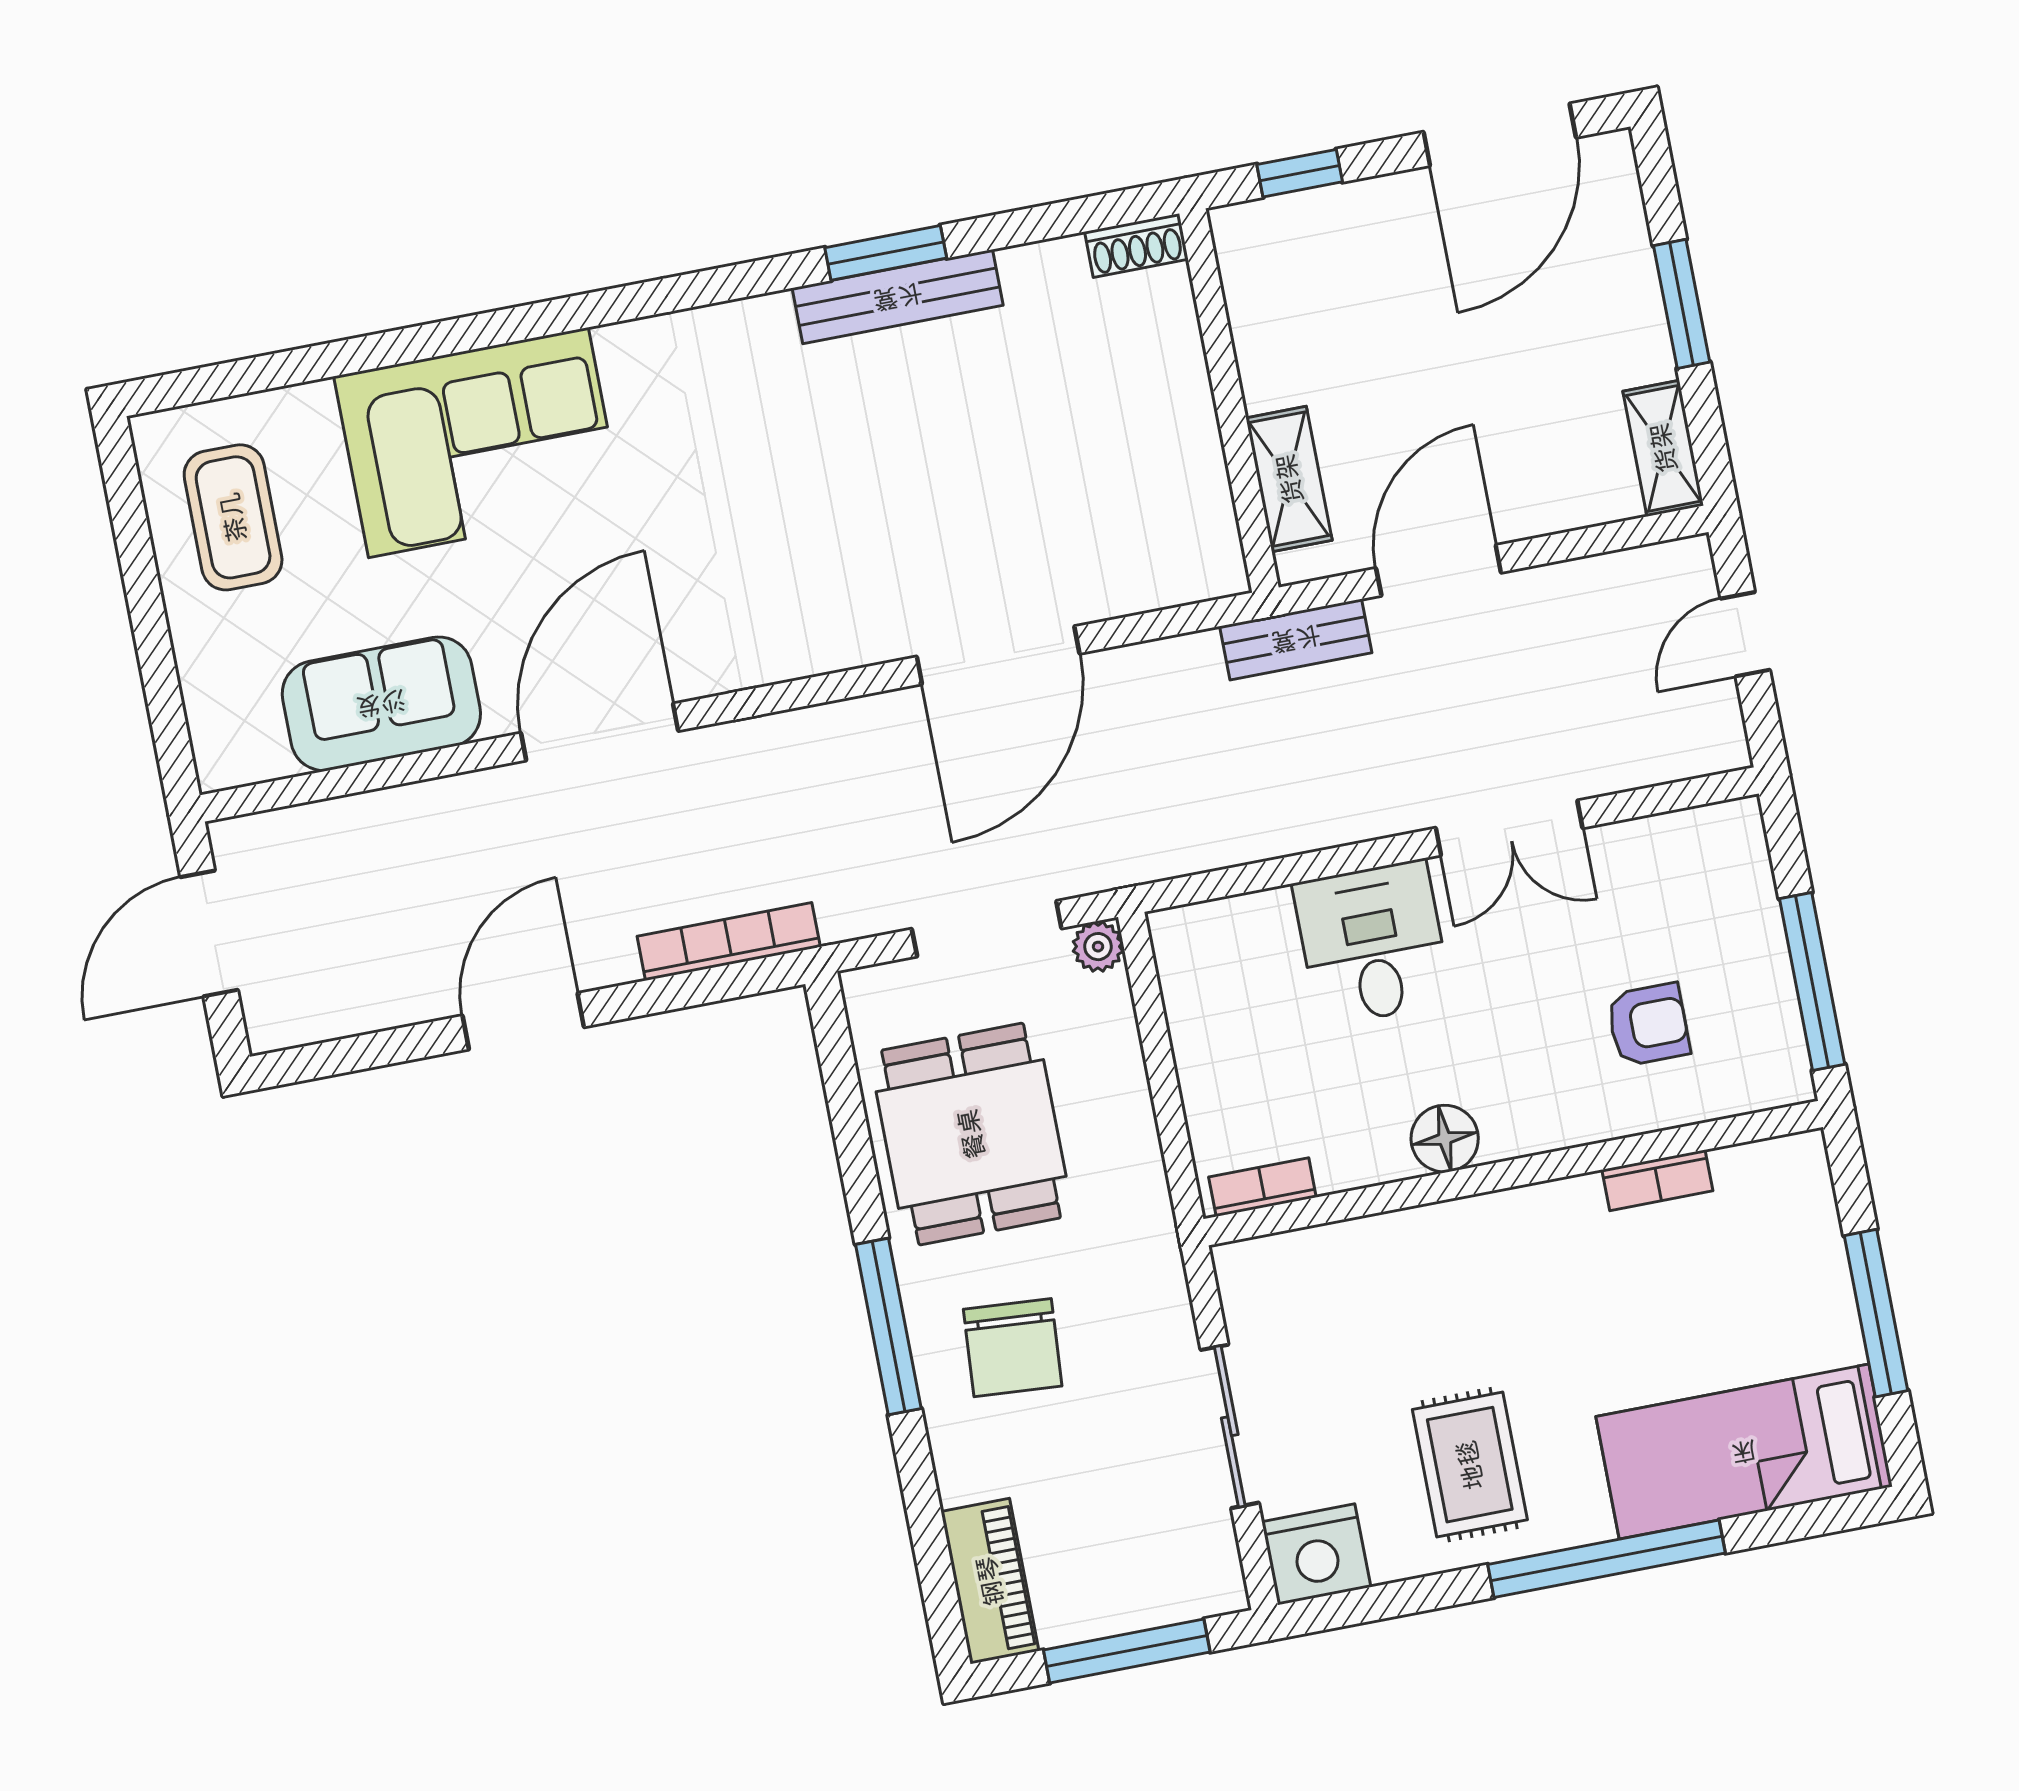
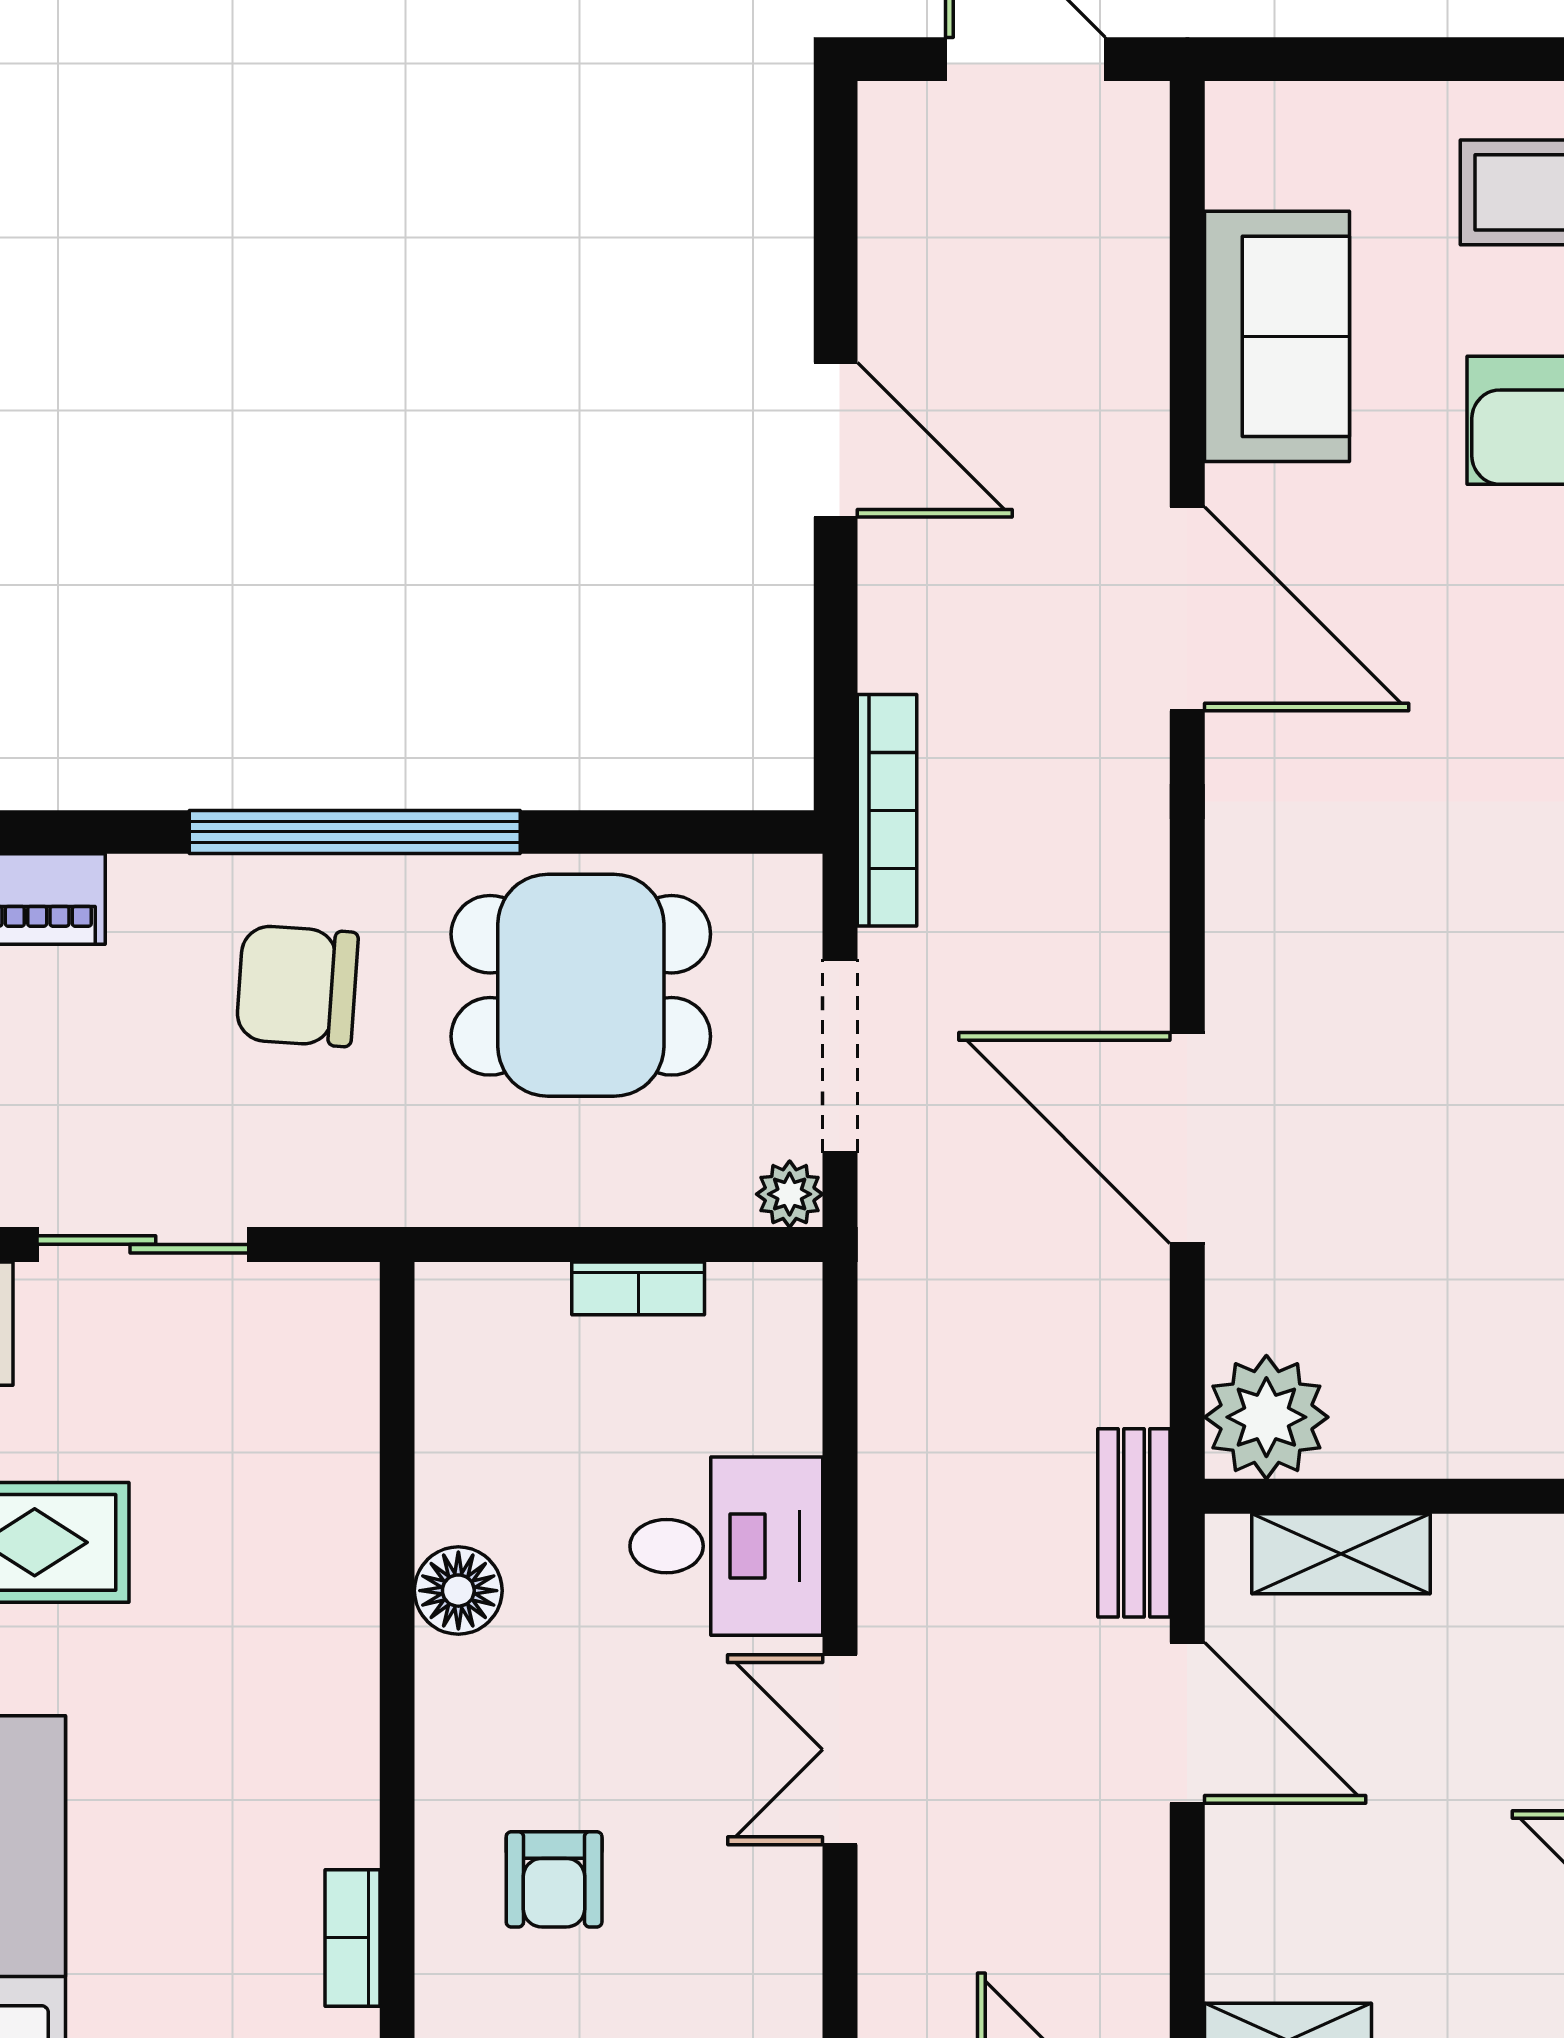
plant: (1197, 555) -> (1266, 1417), added
bookcase: (729, 942) -> (887, 810), moved
bookcase: (1657, 1180) -> (352, 1938), moved
bookcase: (1262, 1187) -> (638, 1288), moved, turned 90
window: (888, 1327) -> (355, 832), width x1.46

